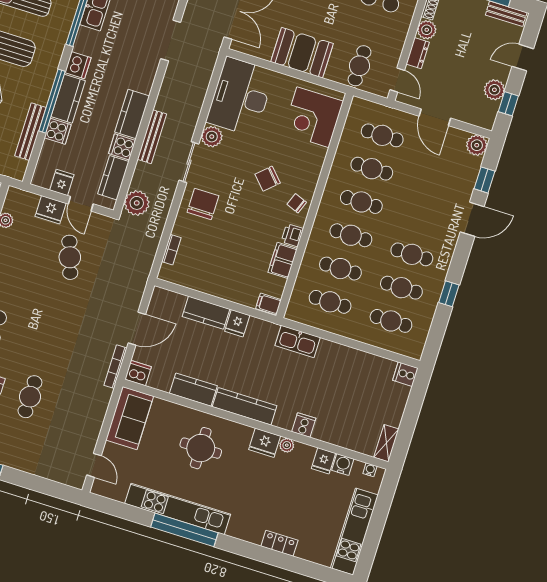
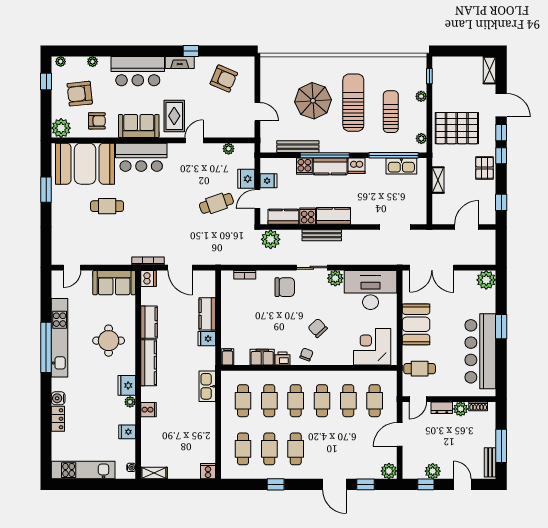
water cooler: (343, 465) -> (58, 398), moved, turned 180

